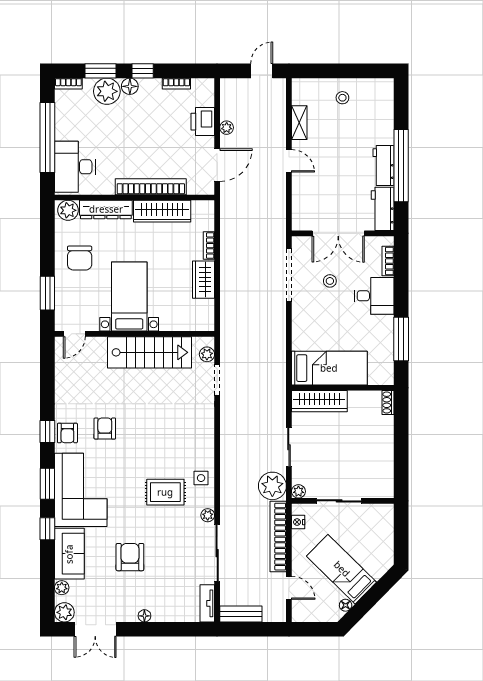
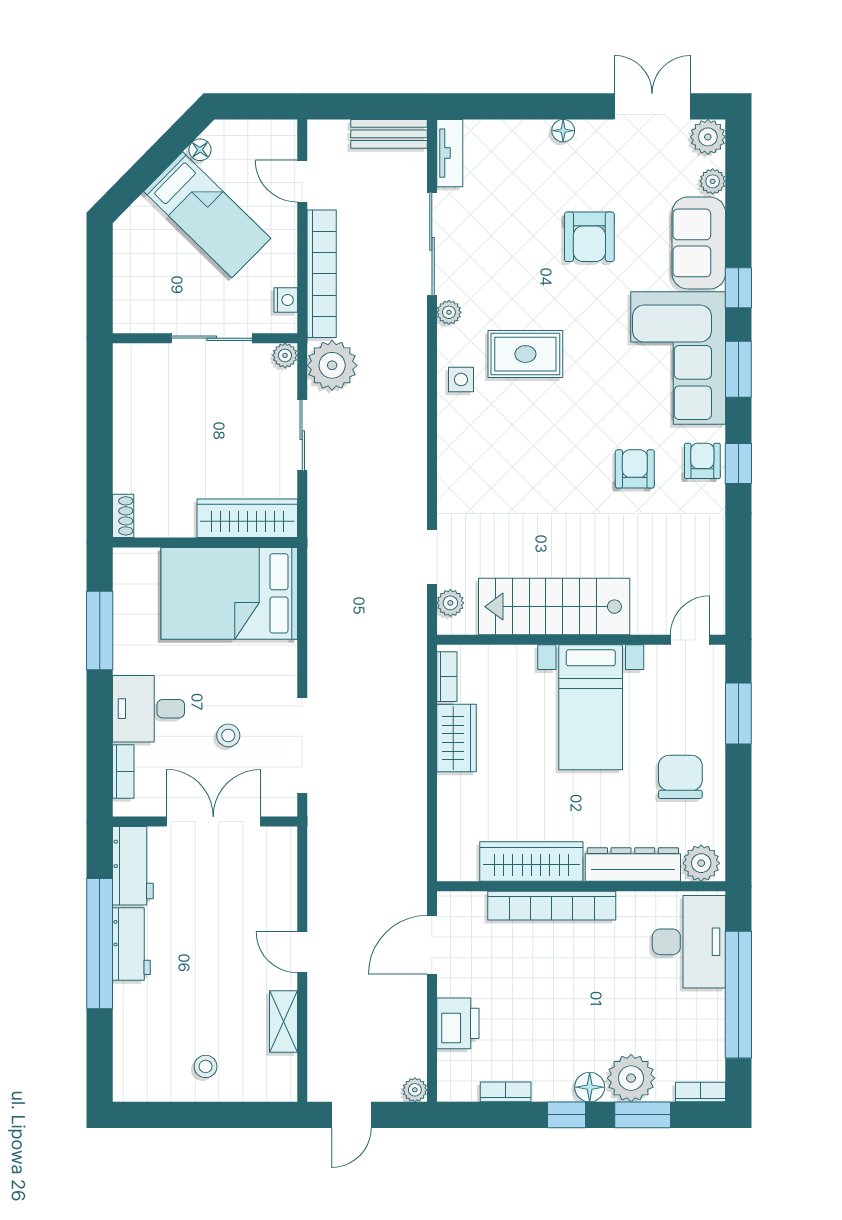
plant: (227, 128) -> (415, 1090), moved
bookcase: (209, 246) -> (447, 677), moved
bed: (329, 368) -> (229, 593), width x1.50
armchair: (105, 429) -> (635, 469), turned 180

